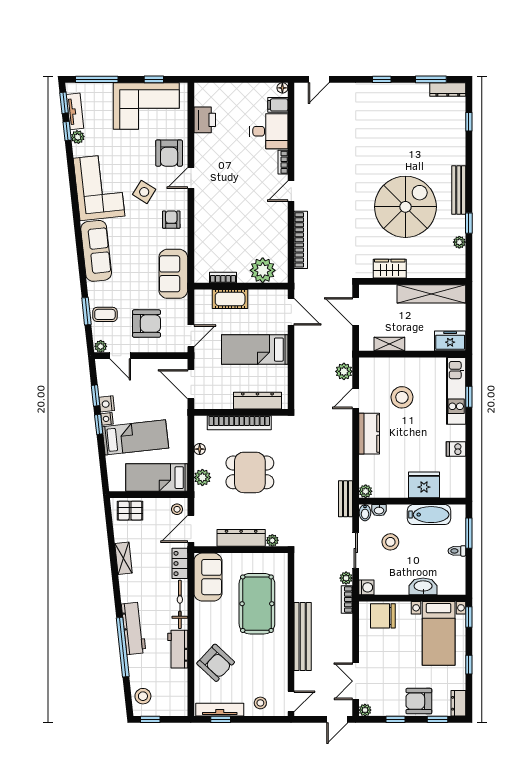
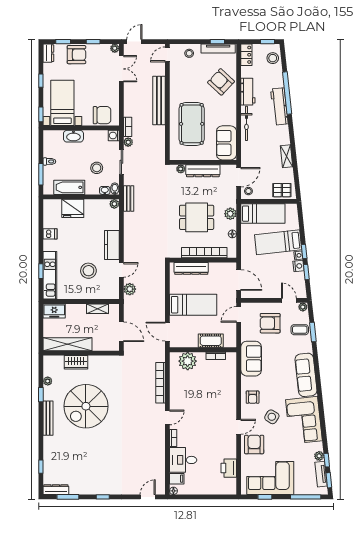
wardrobe: (390, 269) -> (76, 362), moved
locker: (180, 563) -> (246, 55), moved

